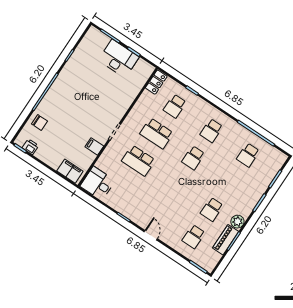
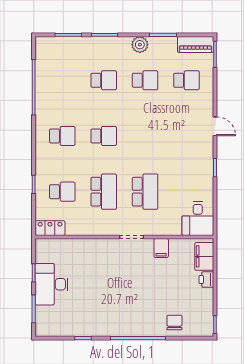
printer: (30, 147) -> (206, 280), moved
school desk: (248, 155) -> (104, 80), moved
door: (151, 235) -> (215, 126), swing flipped
piano: (226, 240) -> (196, 44), moved

